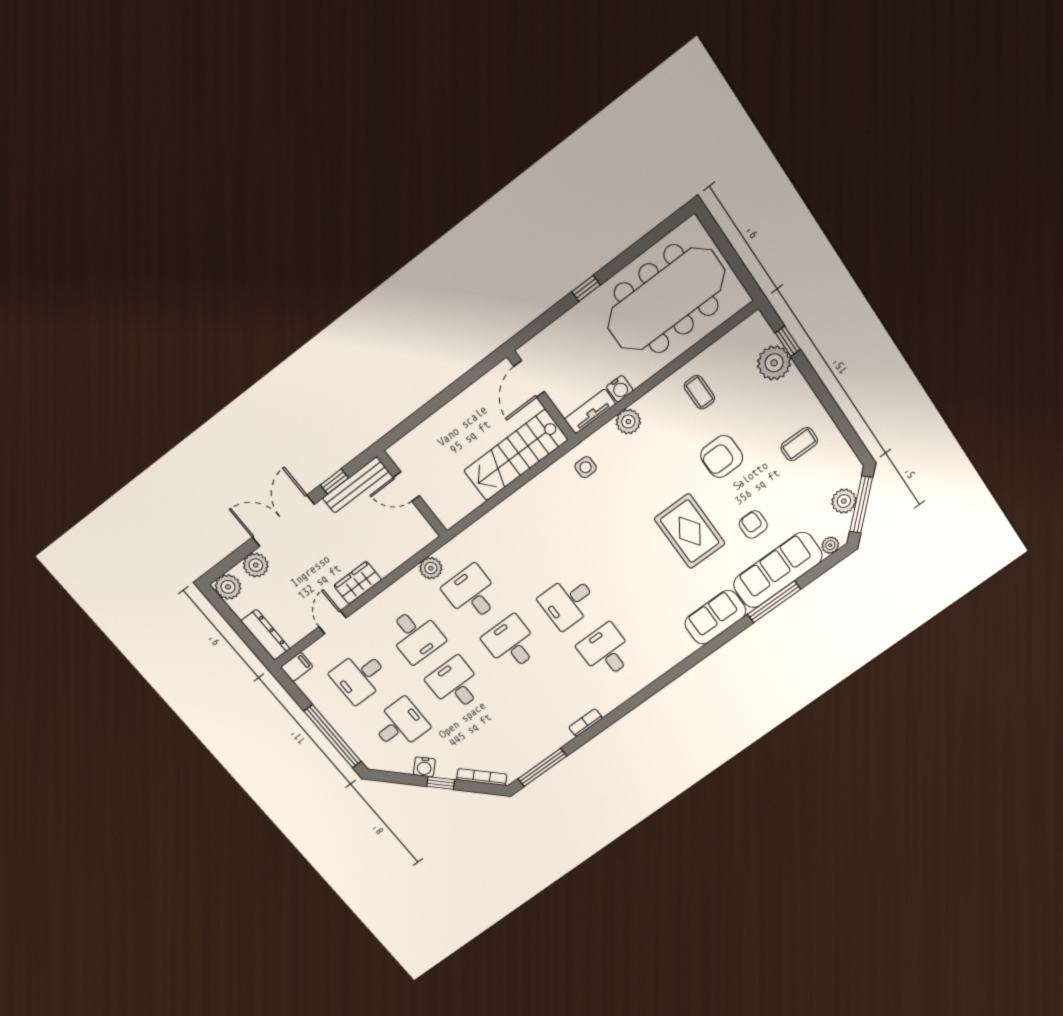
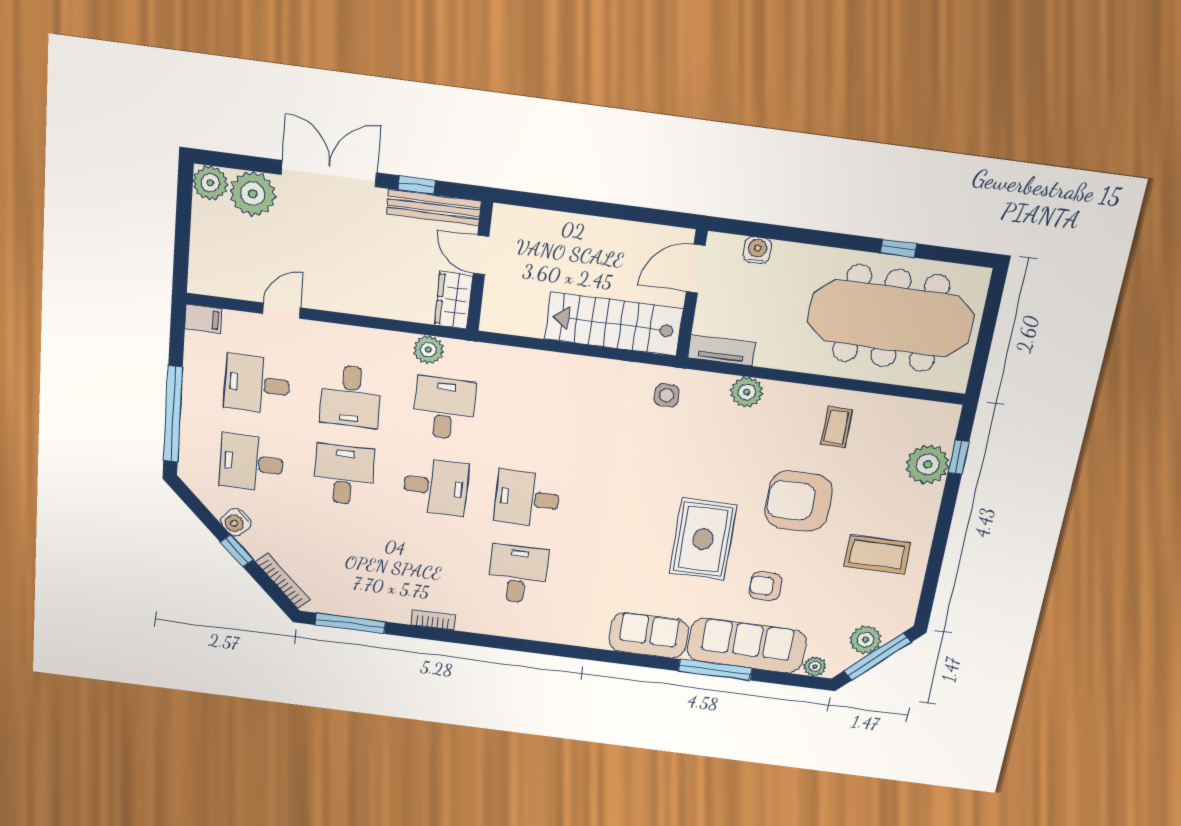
window: (586, 288) -> (898, 248), moved
water cooler: (620, 389) -> (757, 250), moved, turned 180
coffee table: (799, 444) -> (877, 555), width x1.36, depth x1.30
armchair: (722, 457) -> (798, 501), width x1.36, depth x1.36
armchair: (753, 525) -> (766, 586), turned -90
plant: (256, 565) -> (253, 194), width x1.36, depth x1.36
wardrobe: (358, 583) -> (454, 300), moved, turned -90
dresser: (265, 635) -> (202, 261), removed
desk: (511, 643) -> (436, 487), turned 90
desk: (400, 725) -> (251, 463), turned 180

